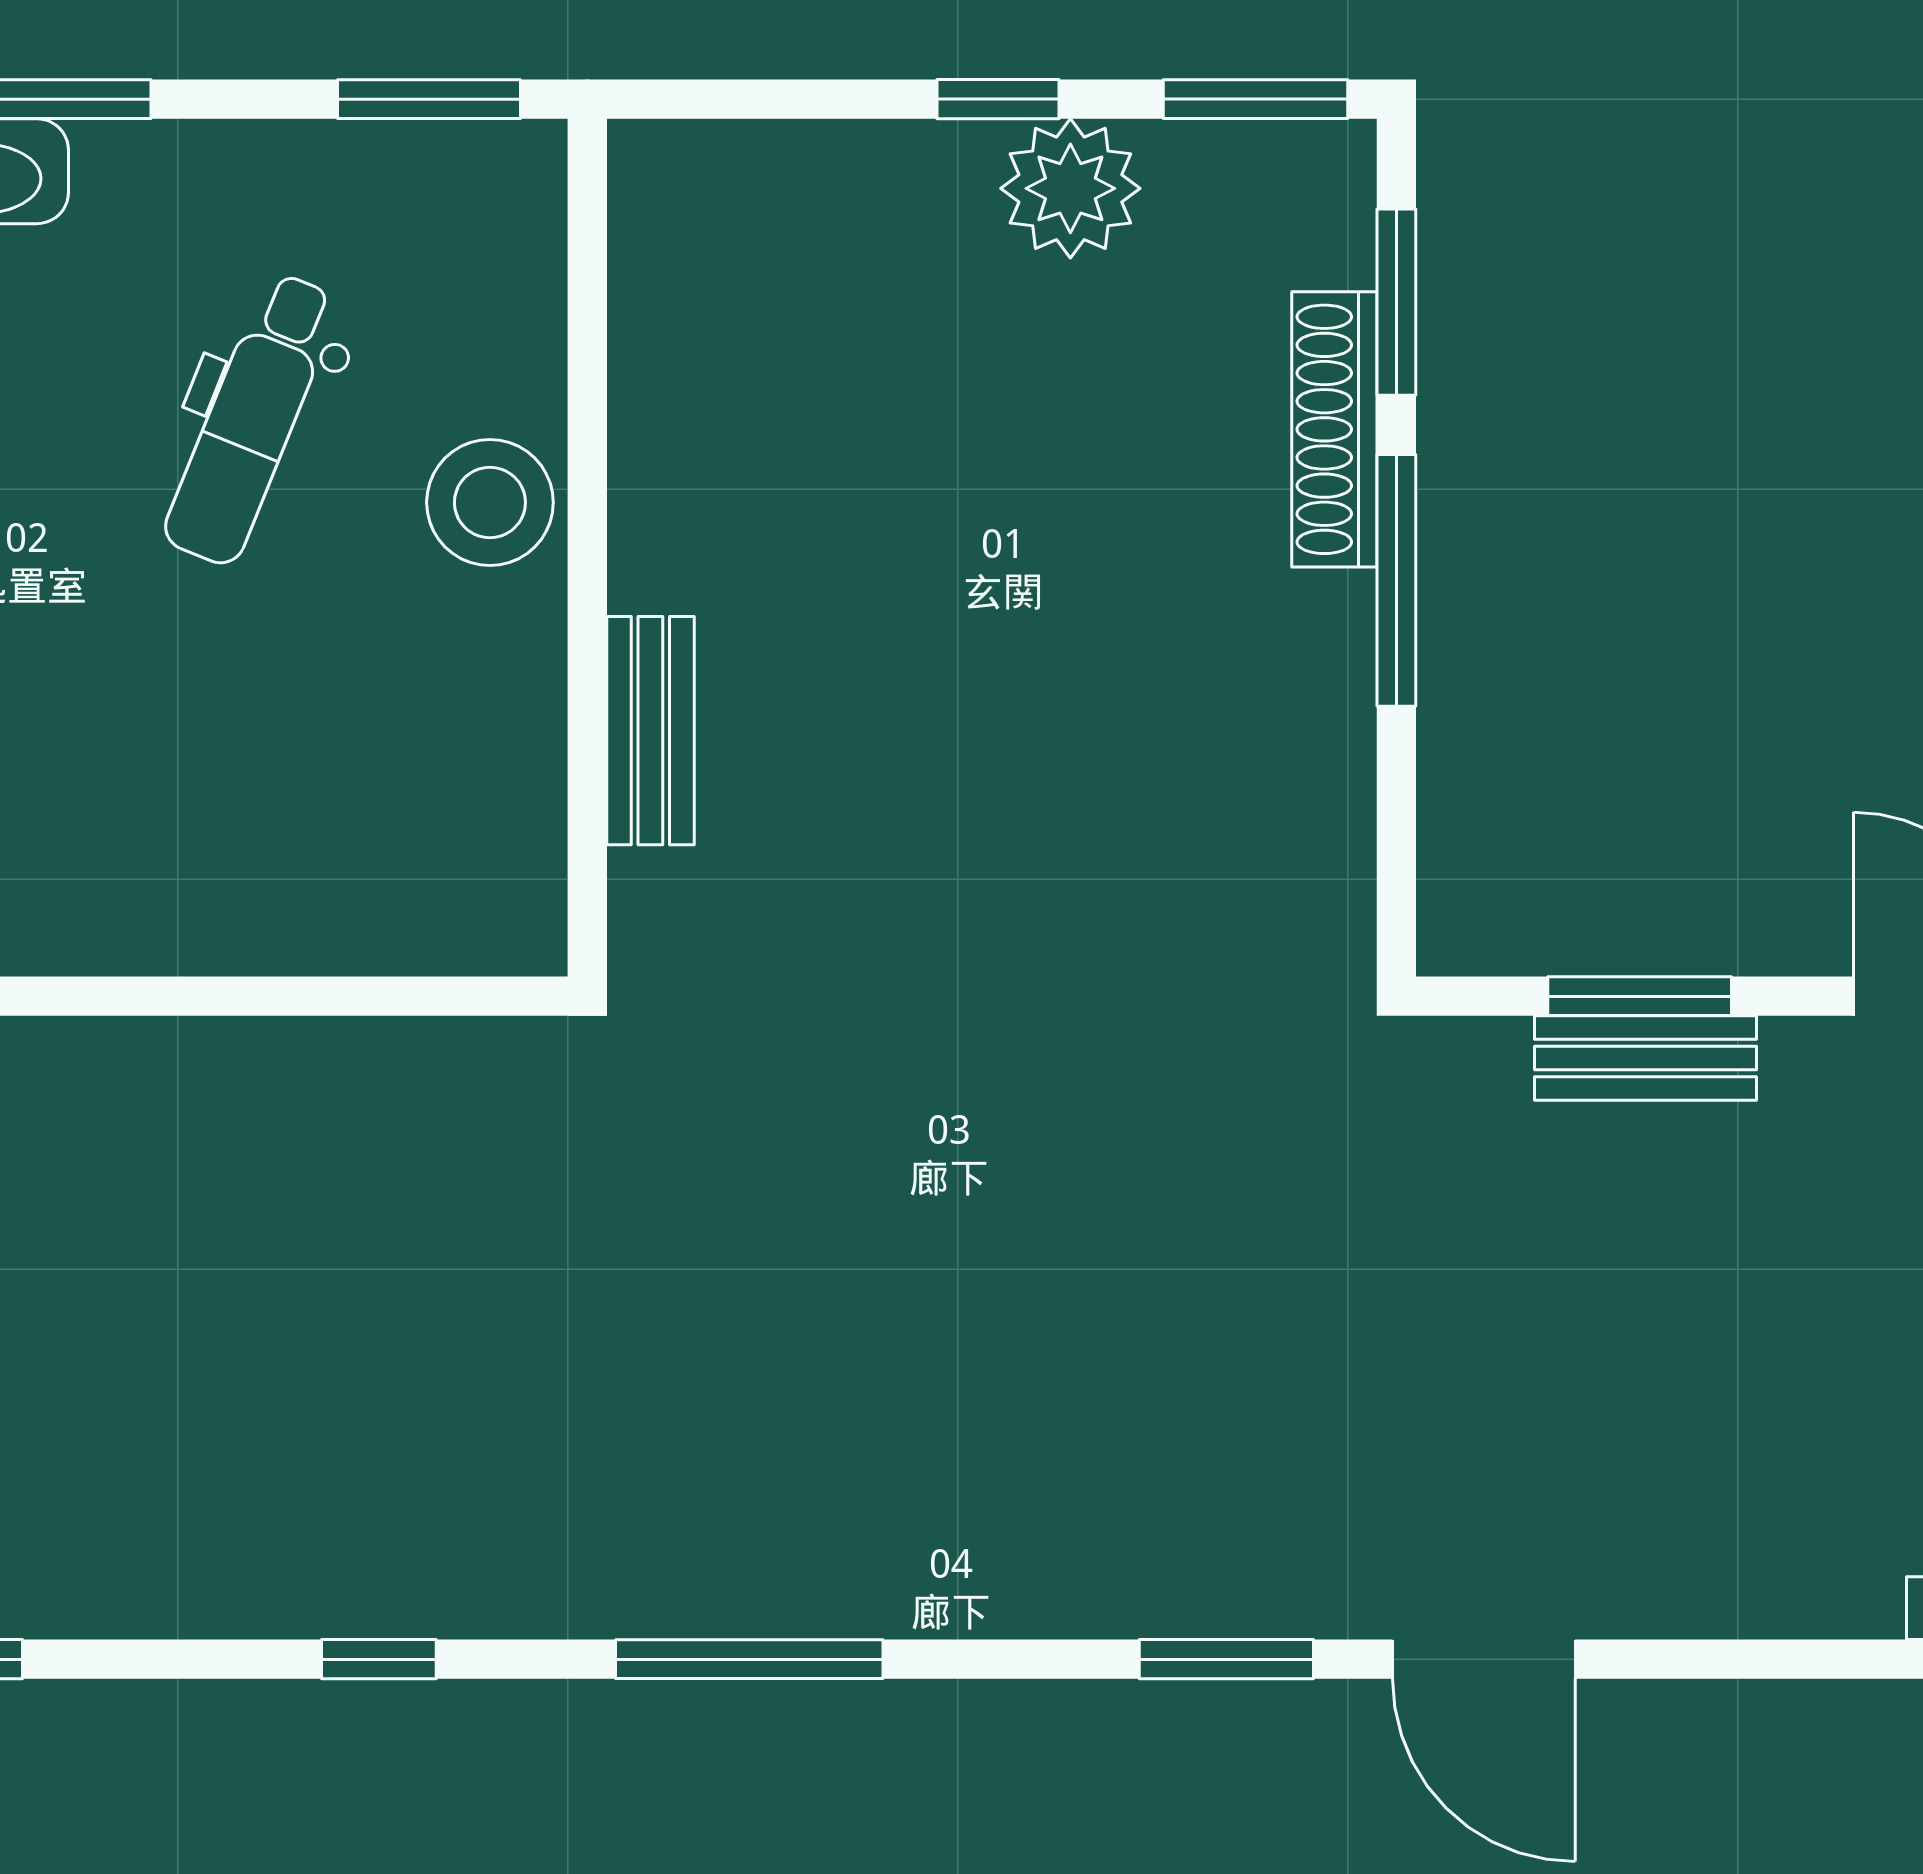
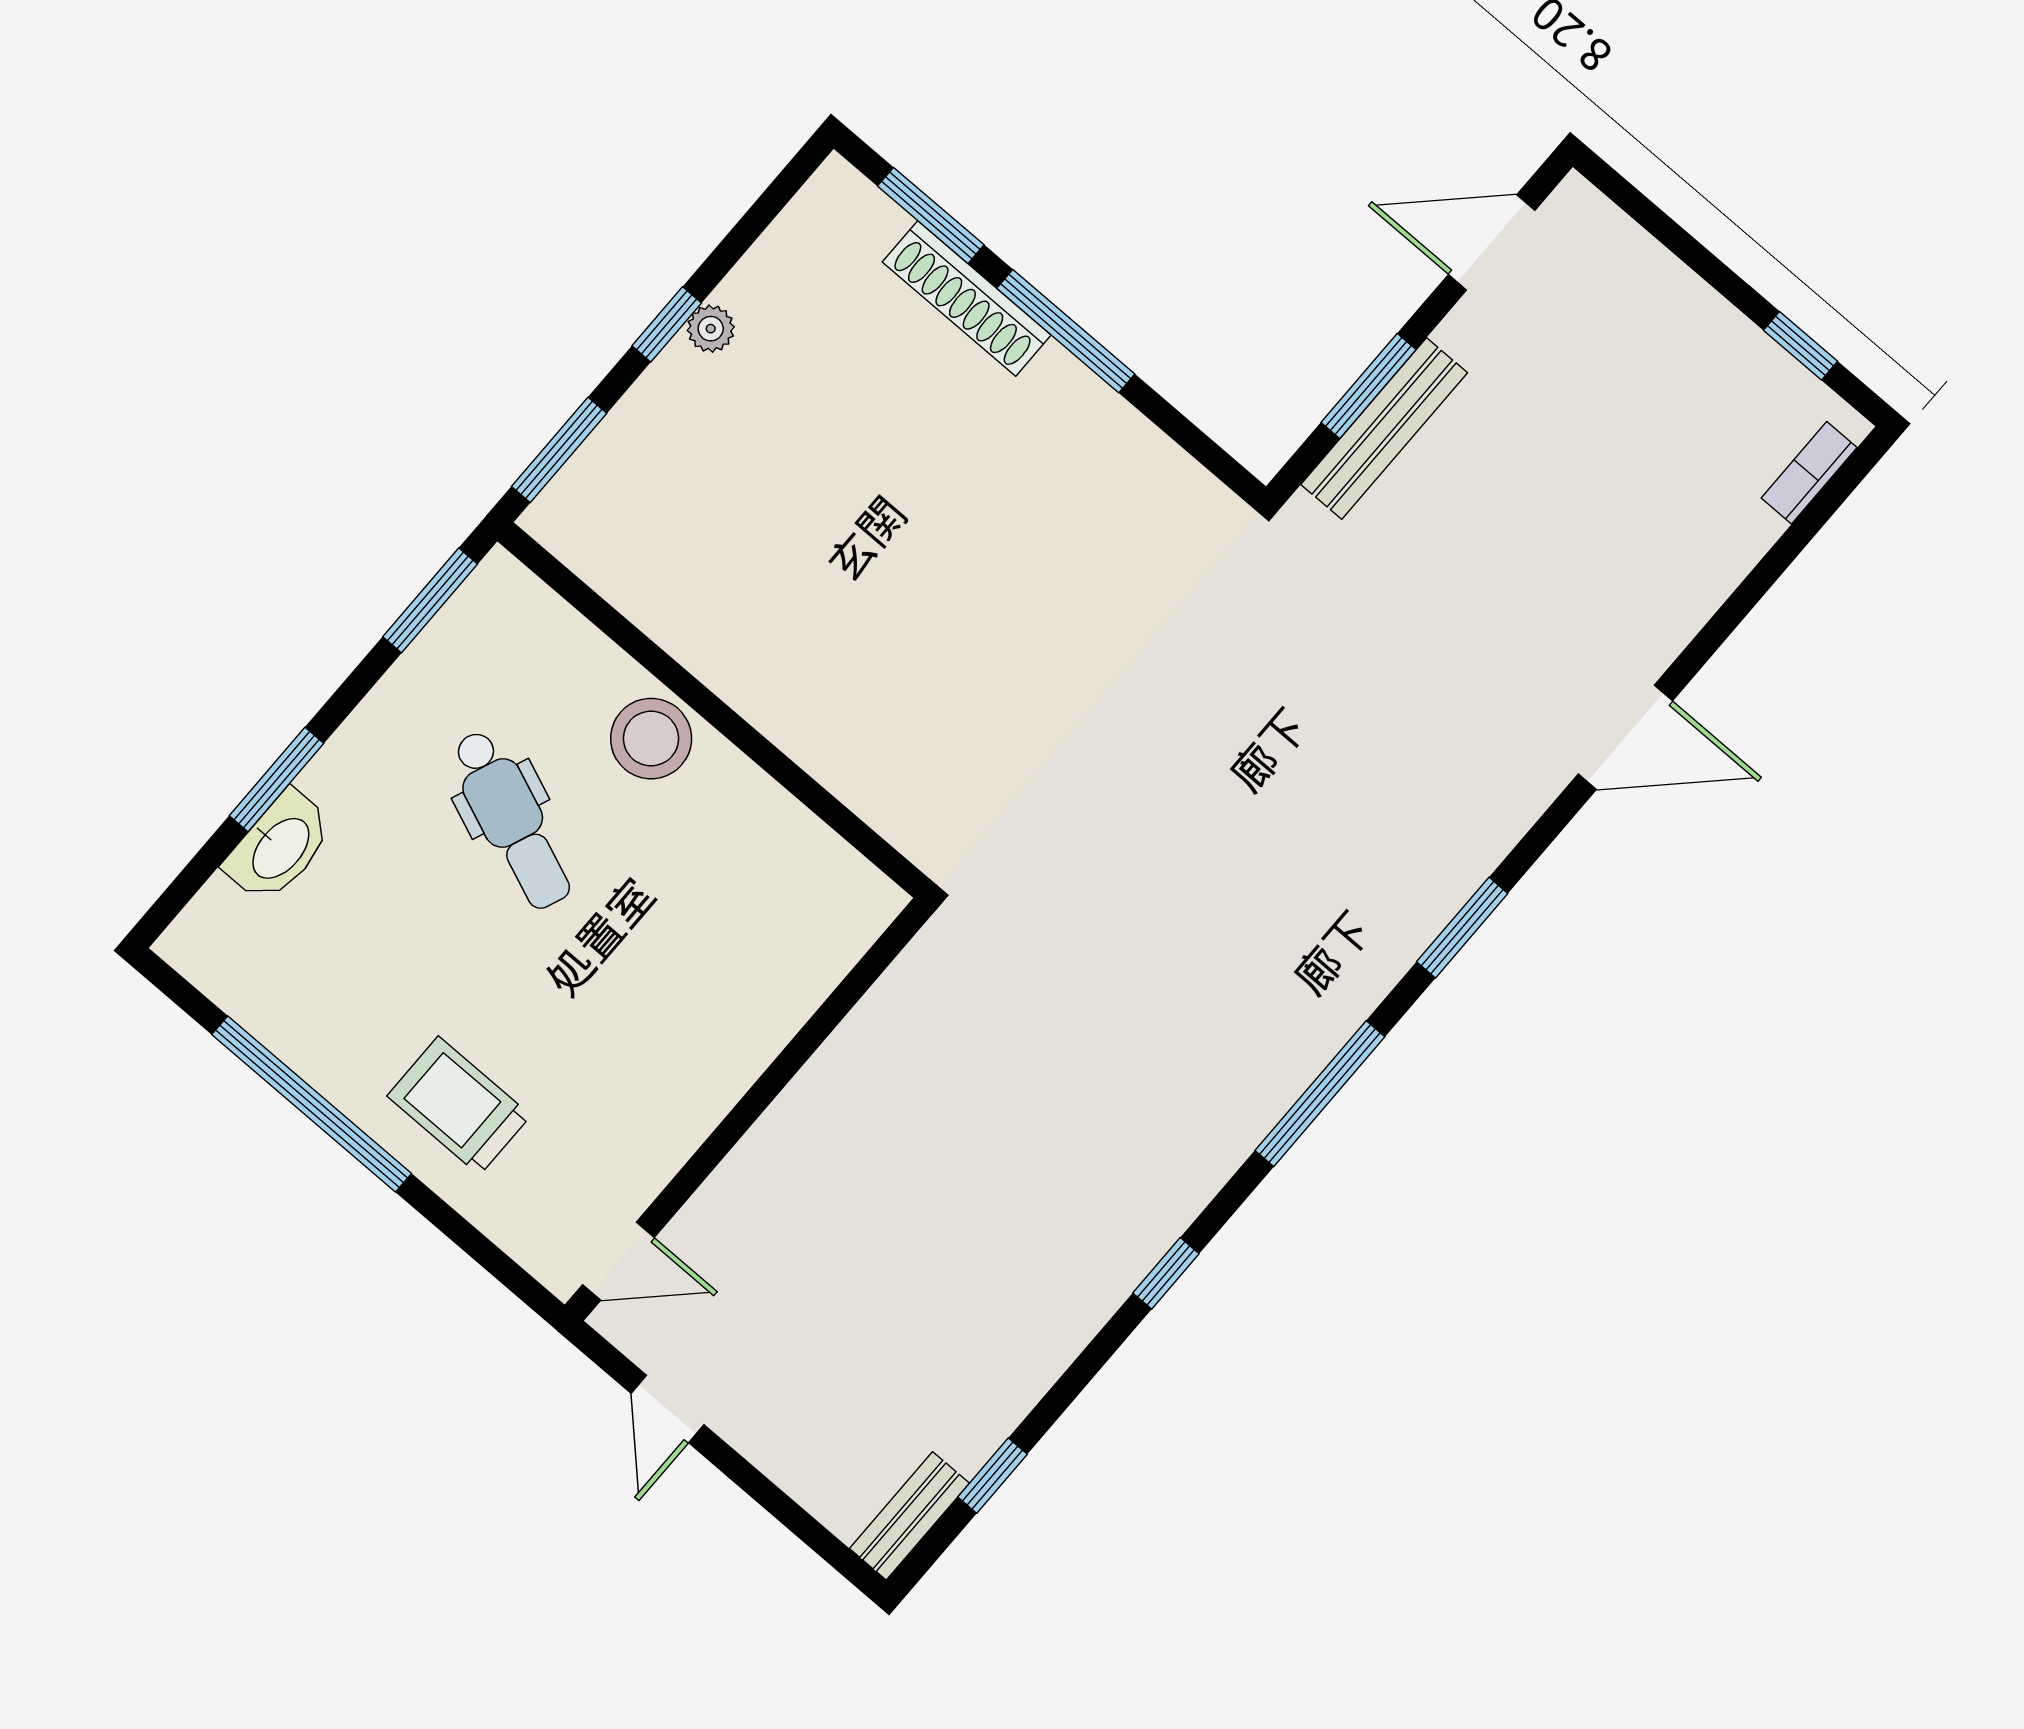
window: (1256, 99) -> (559, 450), moved
plant: (1070, 188) -> (711, 329), width x0.53, depth x0.53
bench: (650, 731) -> (828, 756), removed
bench: (1645, 1058) -> (1384, 429), width x1.36
window: (1226, 1659) -> (1462, 928), moved

